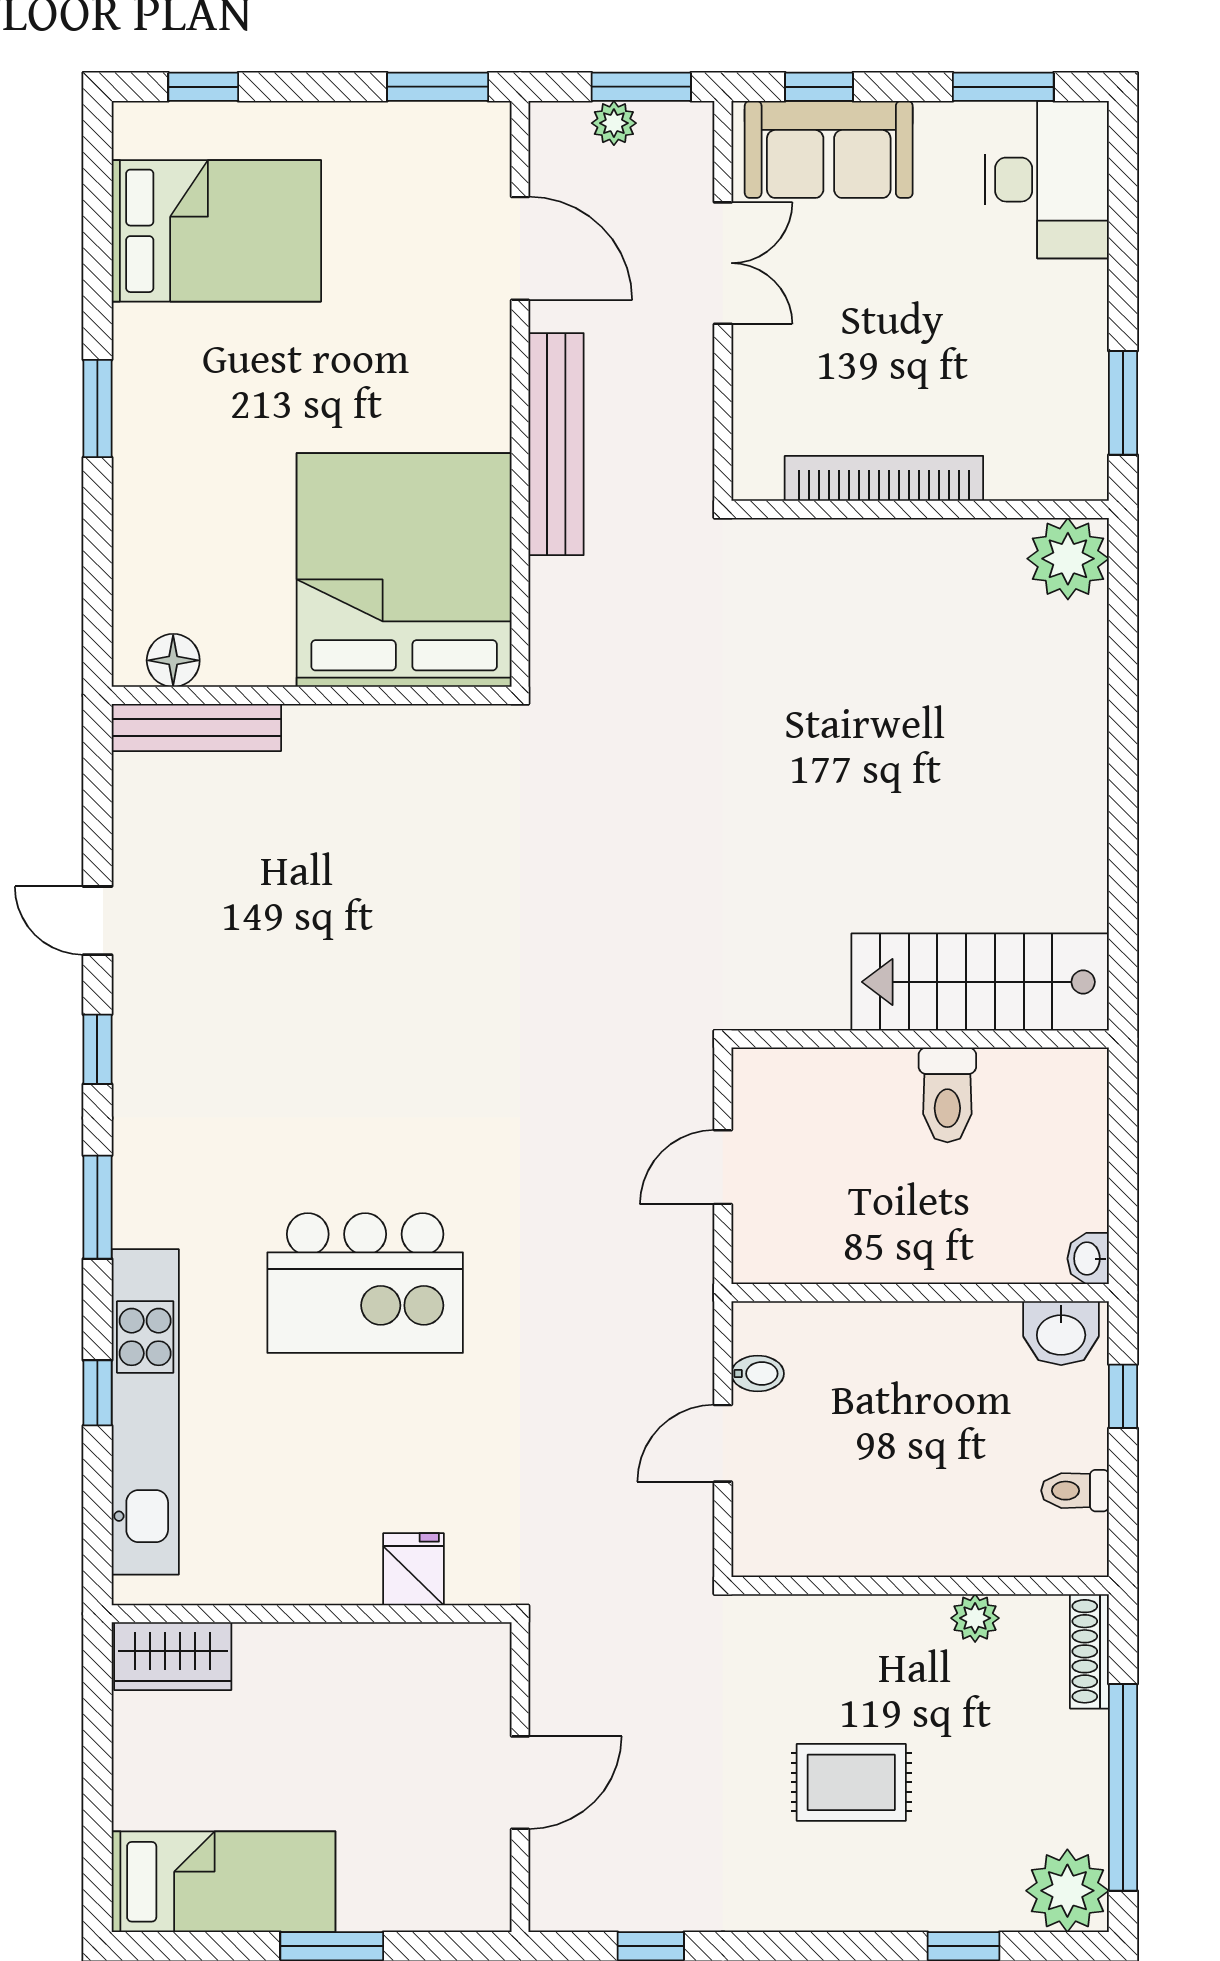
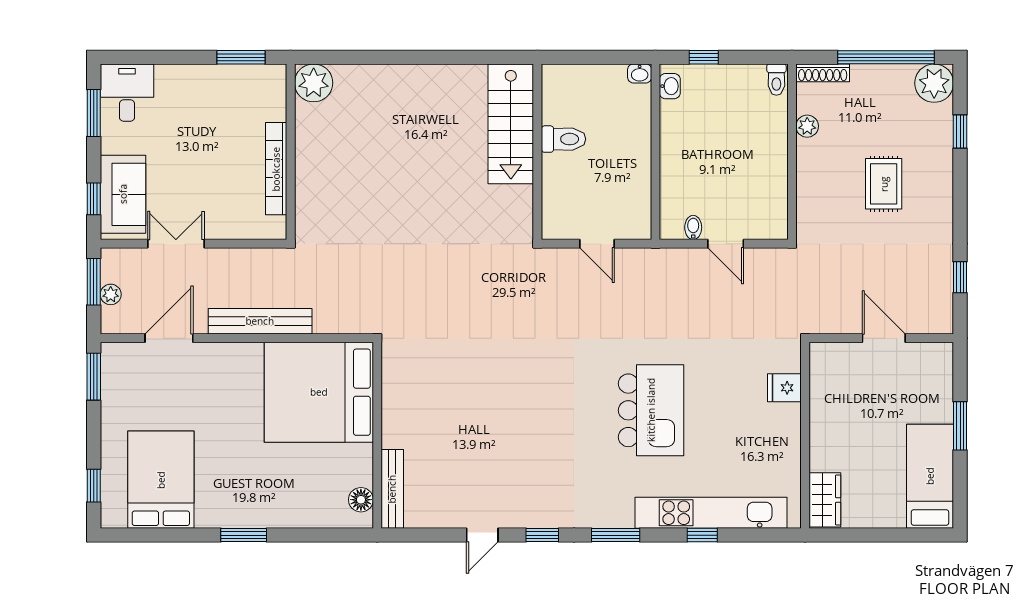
desk: (1047, 180) -> (127, 93), width x0.73
washbasin: (1061, 1333) -> (670, 86), width x0.72, depth x0.69
toilet: (1075, 1491) -> (776, 80), moved

